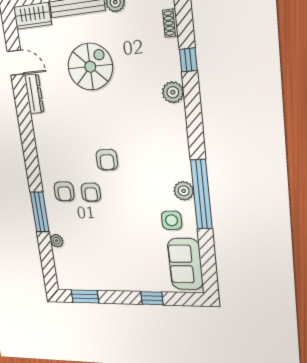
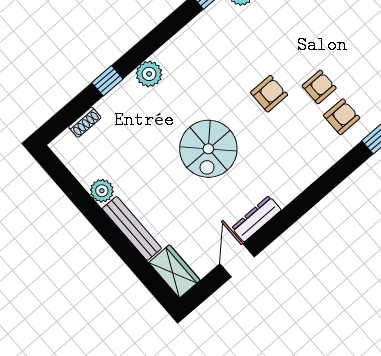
spiral stairs: (90, 67) -> (208, 149), moved, turned -90

